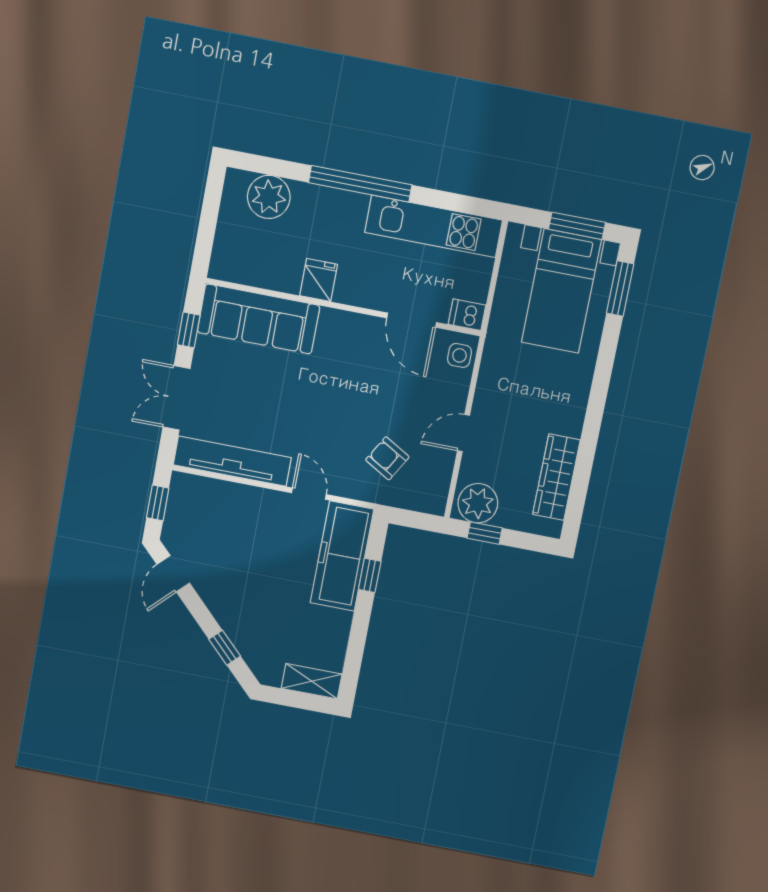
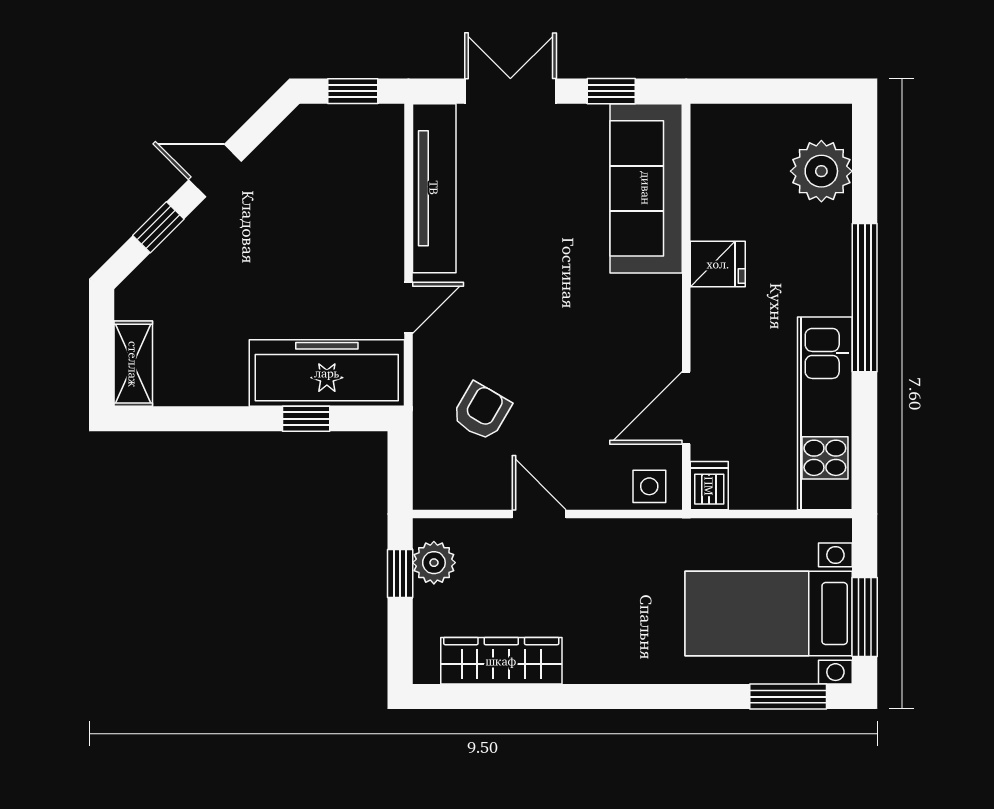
plant: (478, 503) -> (434, 563), width x0.73, depth x0.73
door: (173, 574) -> (215, 171), moved

